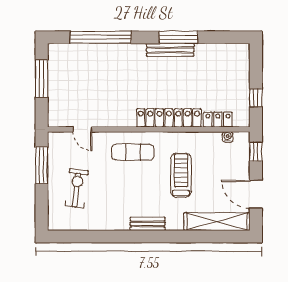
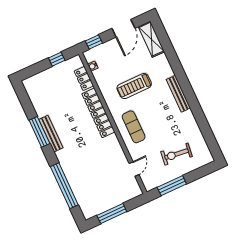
shelving: (217, 222) -> (151, 39), width x0.68
bench: (148, 224) -> (178, 94), width x1.36

